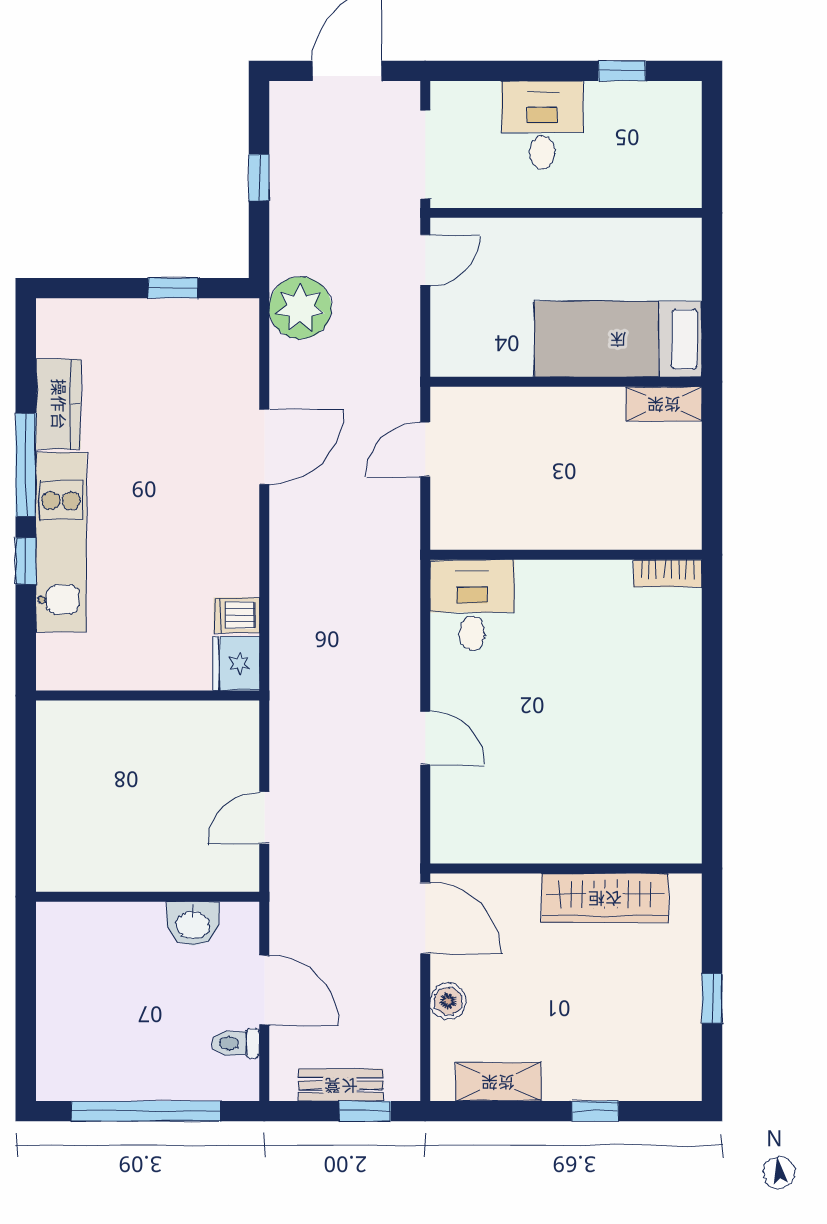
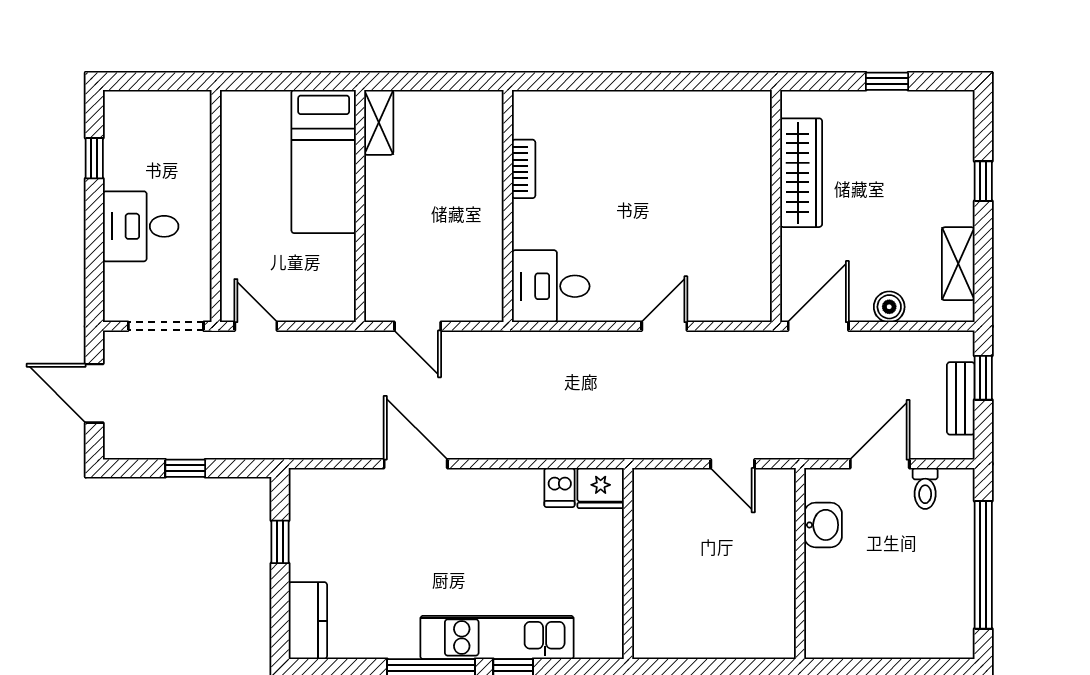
plant: (300, 308) -> (297, 433), removed
kitchen counter: (58, 404) -> (308, 621), moved, turned 90
bookcase: (668, 573) -> (524, 169), moved

